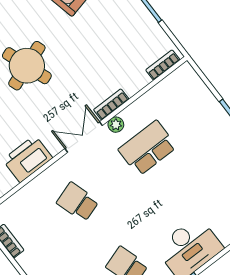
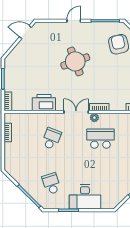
school desk: (78, 202) -> (51, 139), turned 39

